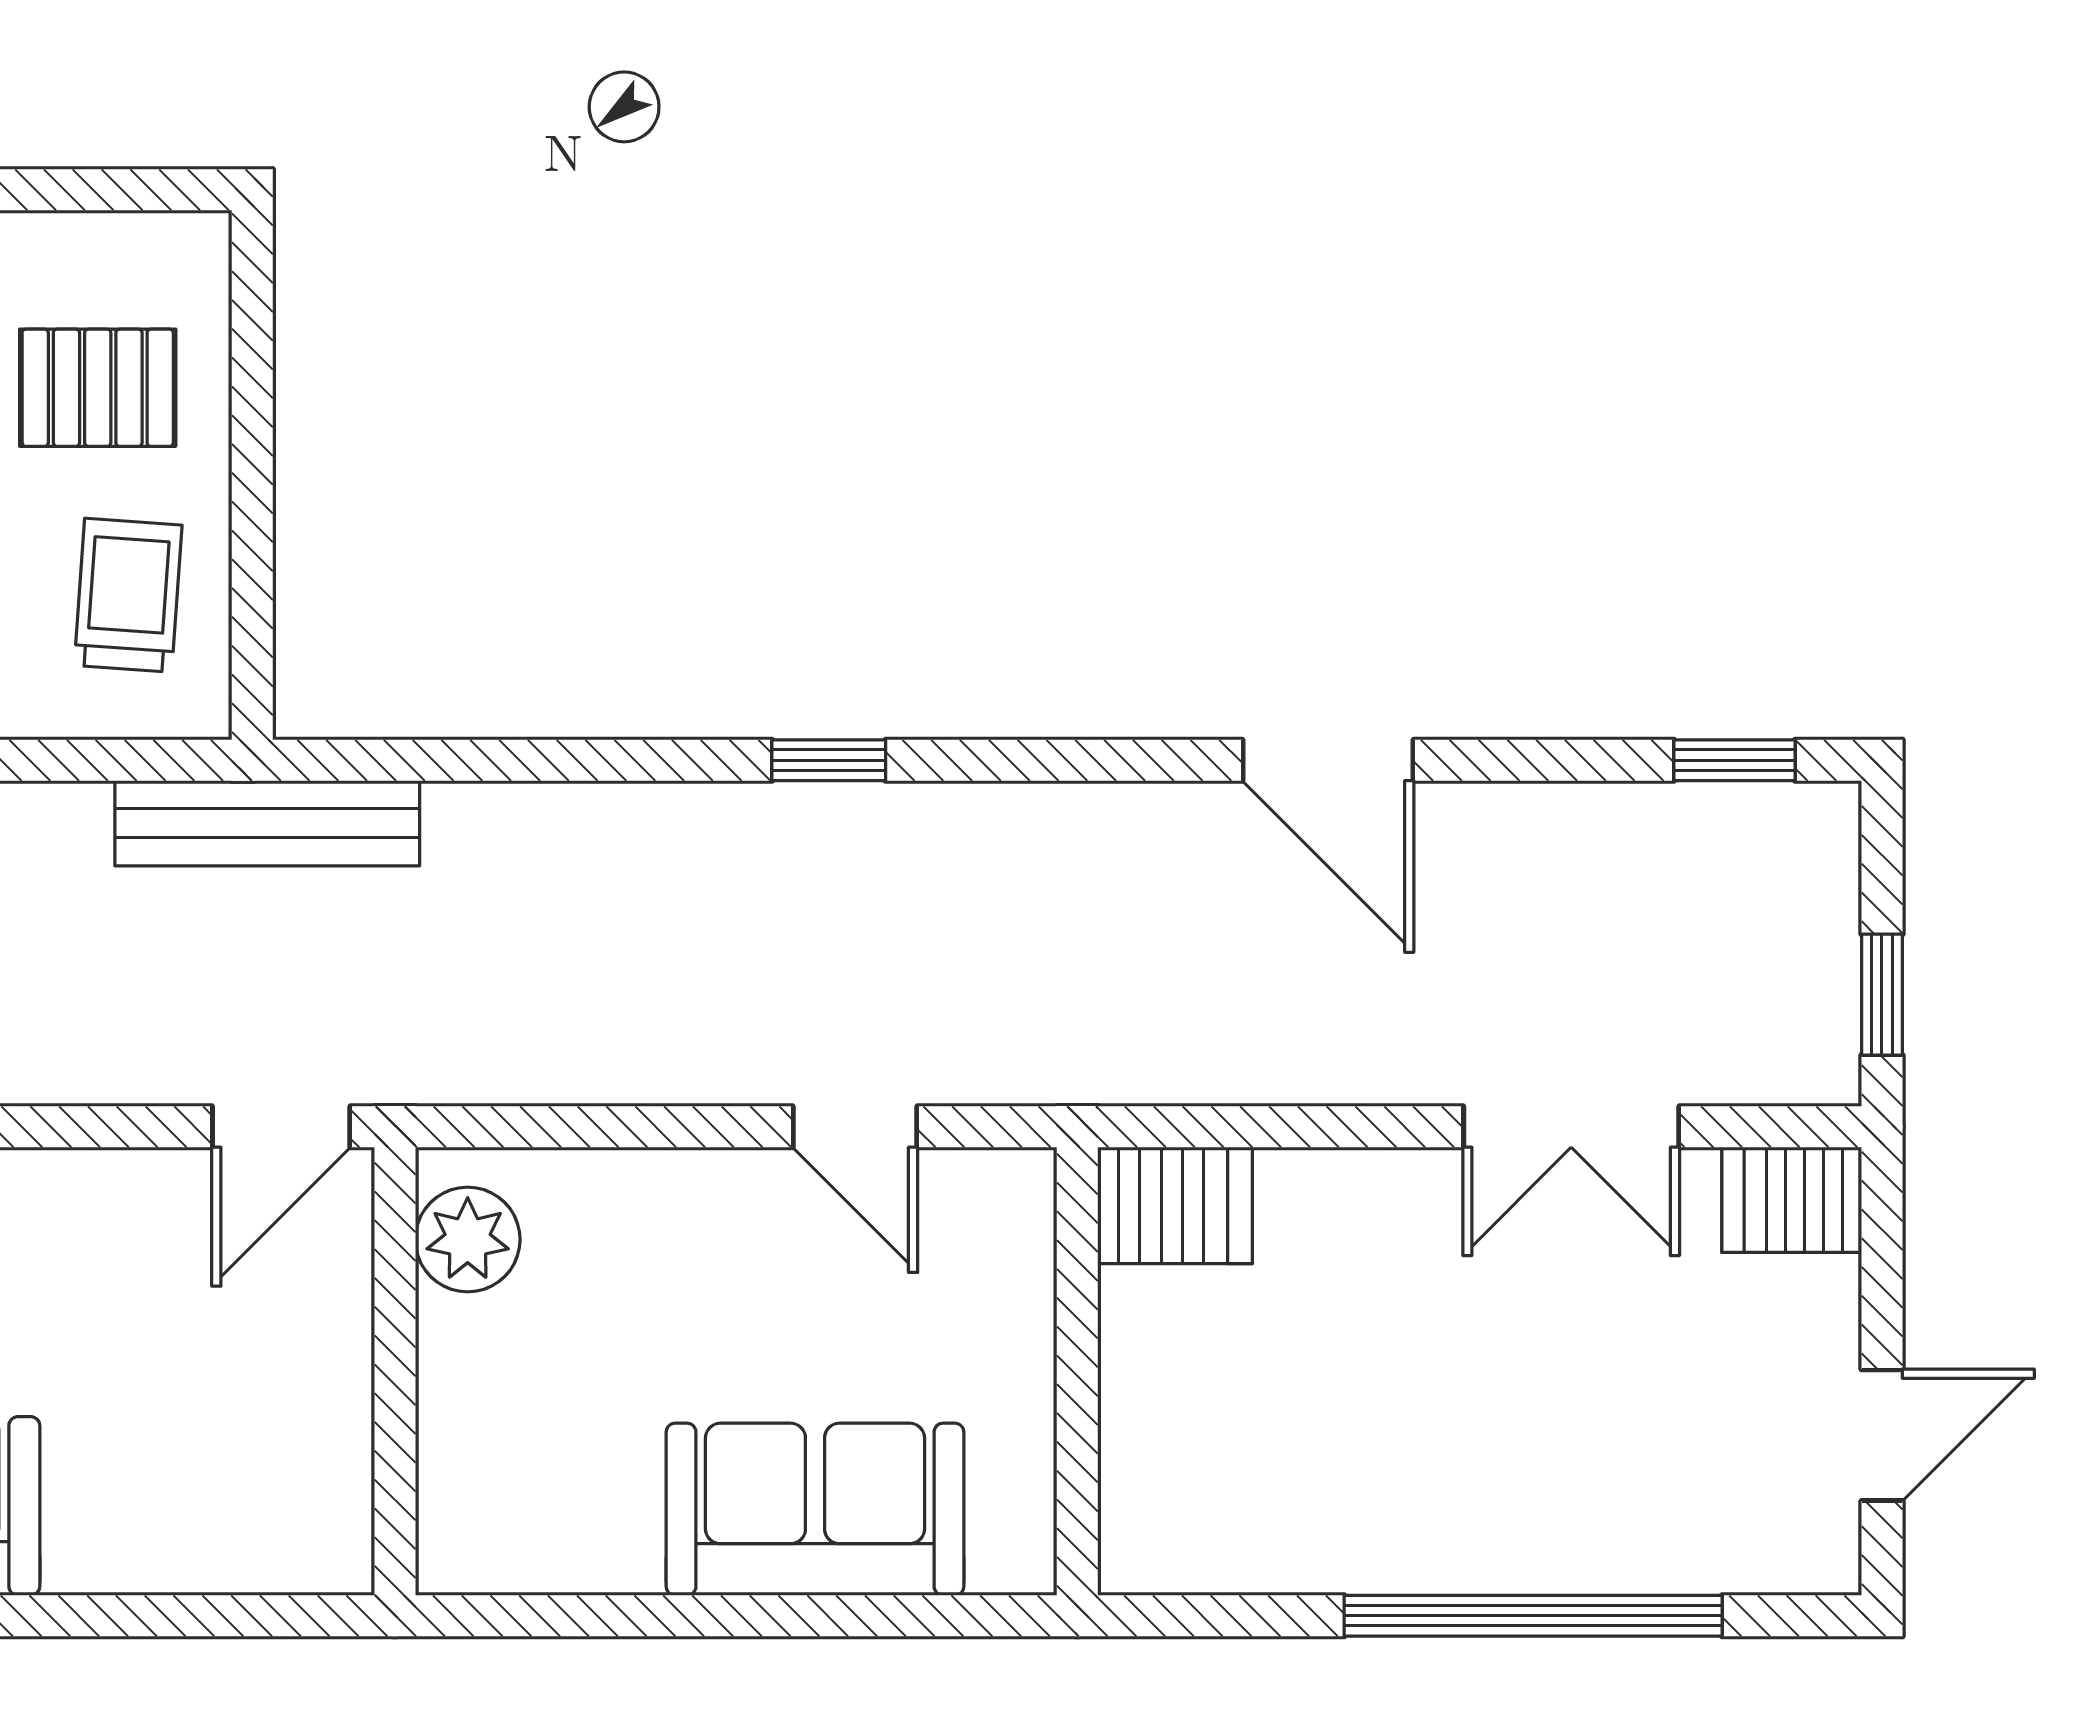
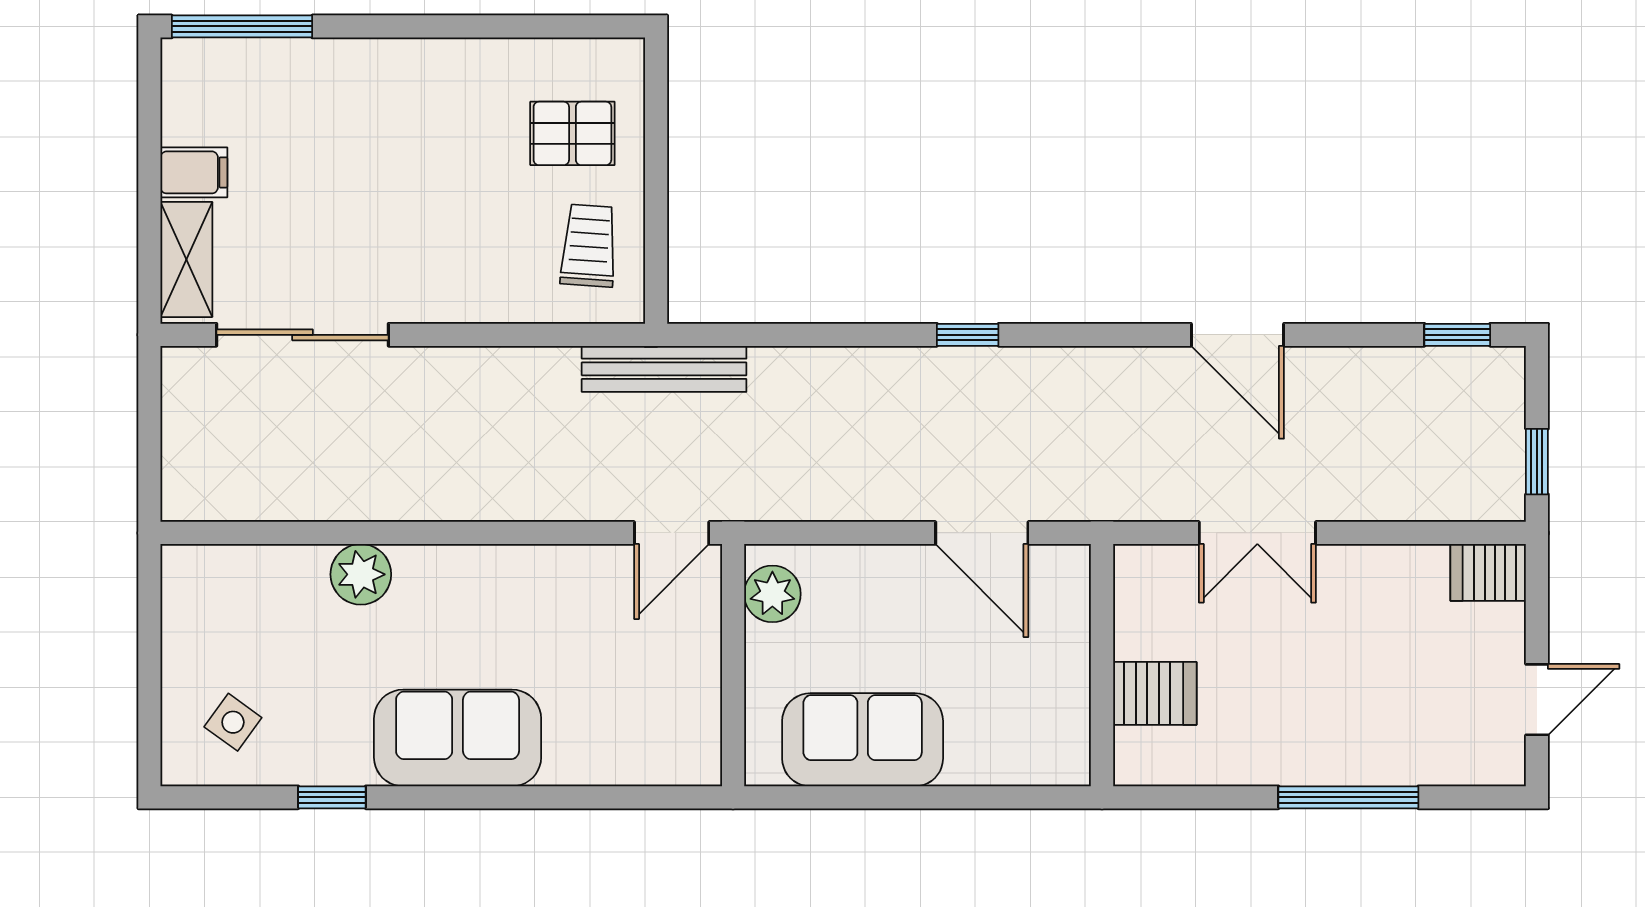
door: (855, 1127) -> (982, 533), width x1.38
double door: (1571, 1127) -> (1257, 533), moved
server rack: (1175, 1205) -> (1155, 693), moved
sofa: (815, 1509) -> (863, 740), moved
window: (1533, 1616) -> (1348, 797), width x0.68

